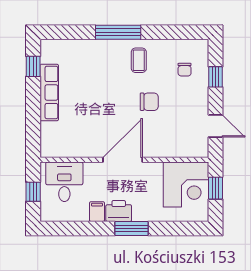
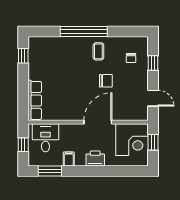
window: (118, 32) -> (84, 31), width x1.46
row of seats: (49, 92) -> (35, 100), moved
door: (123, 160) -> (98, 122), moved
printer: (119, 211) -> (95, 158), moved
window: (132, 228) -> (50, 171), moved

